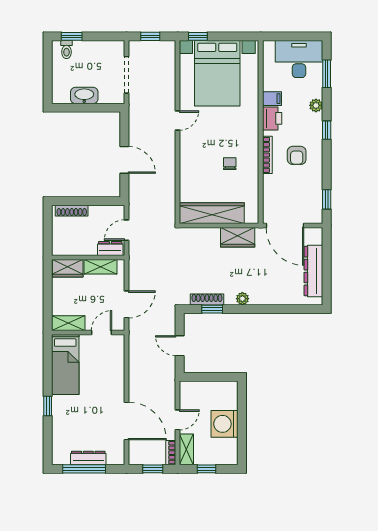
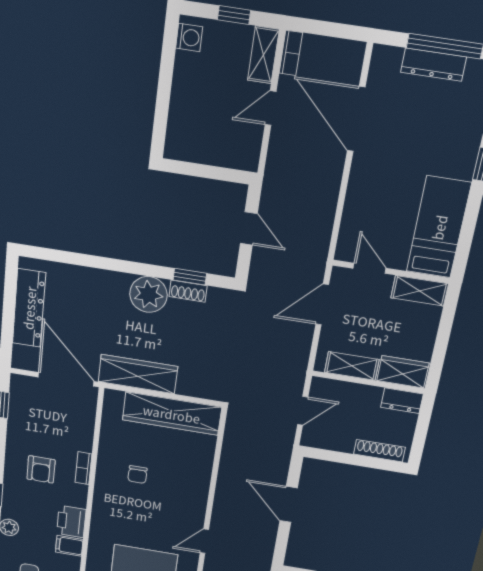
bookcase: (267, 155) -> (83, 468), width x0.64
armchair: (297, 155) -> (41, 469), turned 180
wardrobe: (238, 237) -> (138, 374), width x1.50
dresser: (110, 248) -> (402, 401), moved
shoe rack: (207, 299) -> (188, 291), width x0.70
plant: (242, 299) -> (148, 294), width x1.88, depth x1.88
door: (102, 333) -> (370, 268), swing flipped
washing machine: (225, 424) -> (189, 37), moved, width x0.53, depth x0.53
window: (153, 469) -> (326, 29), removed

